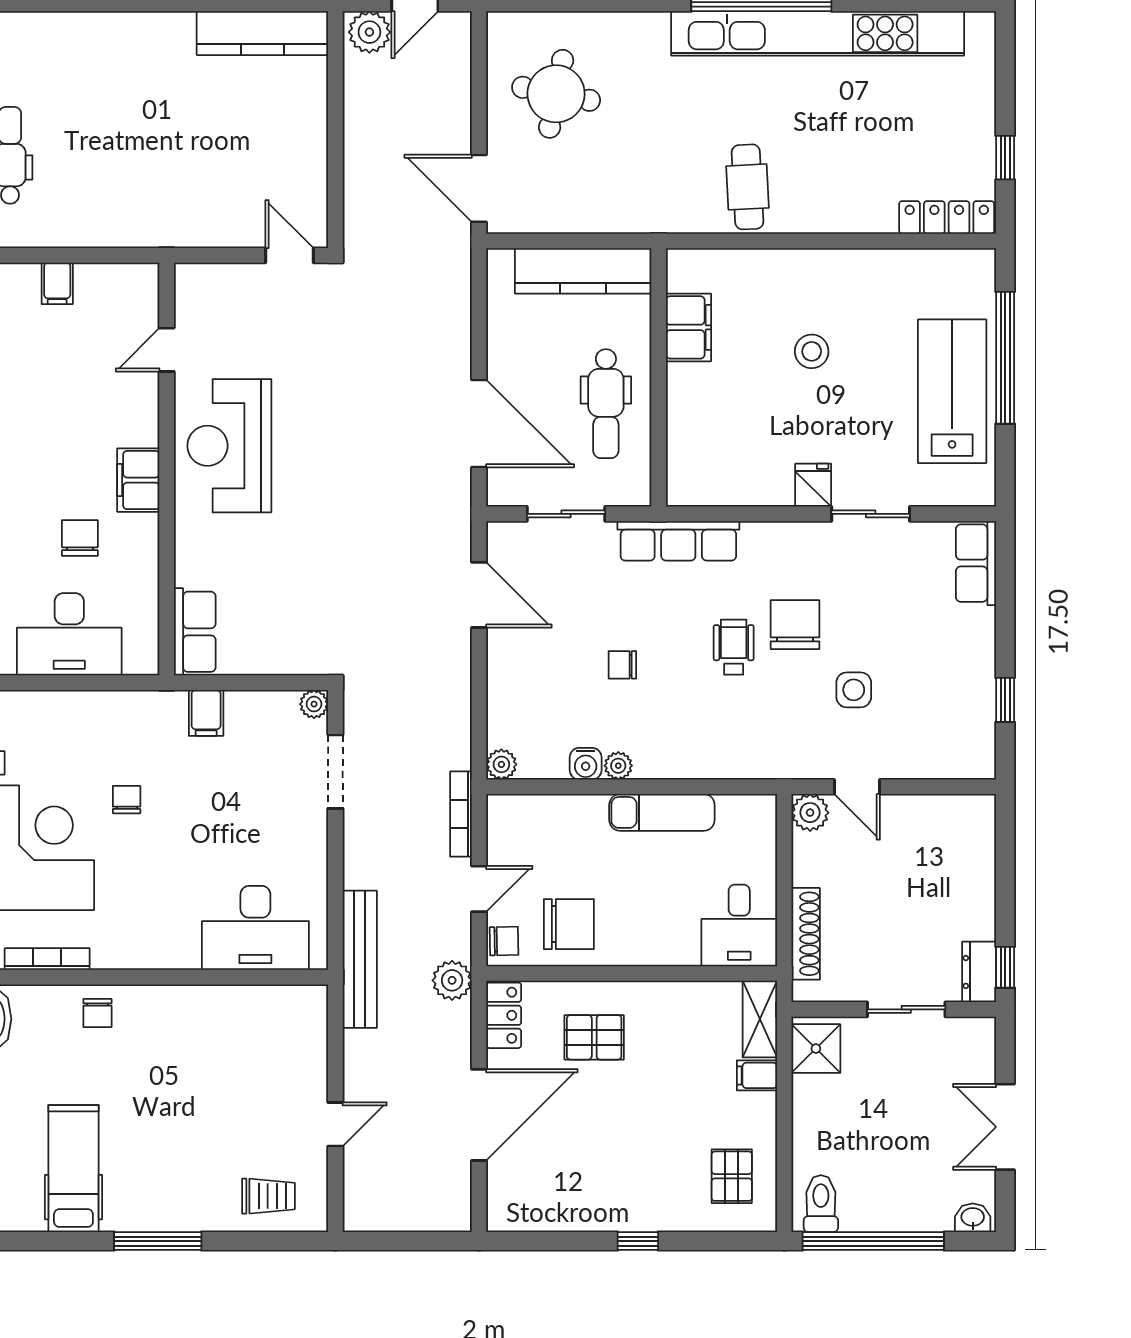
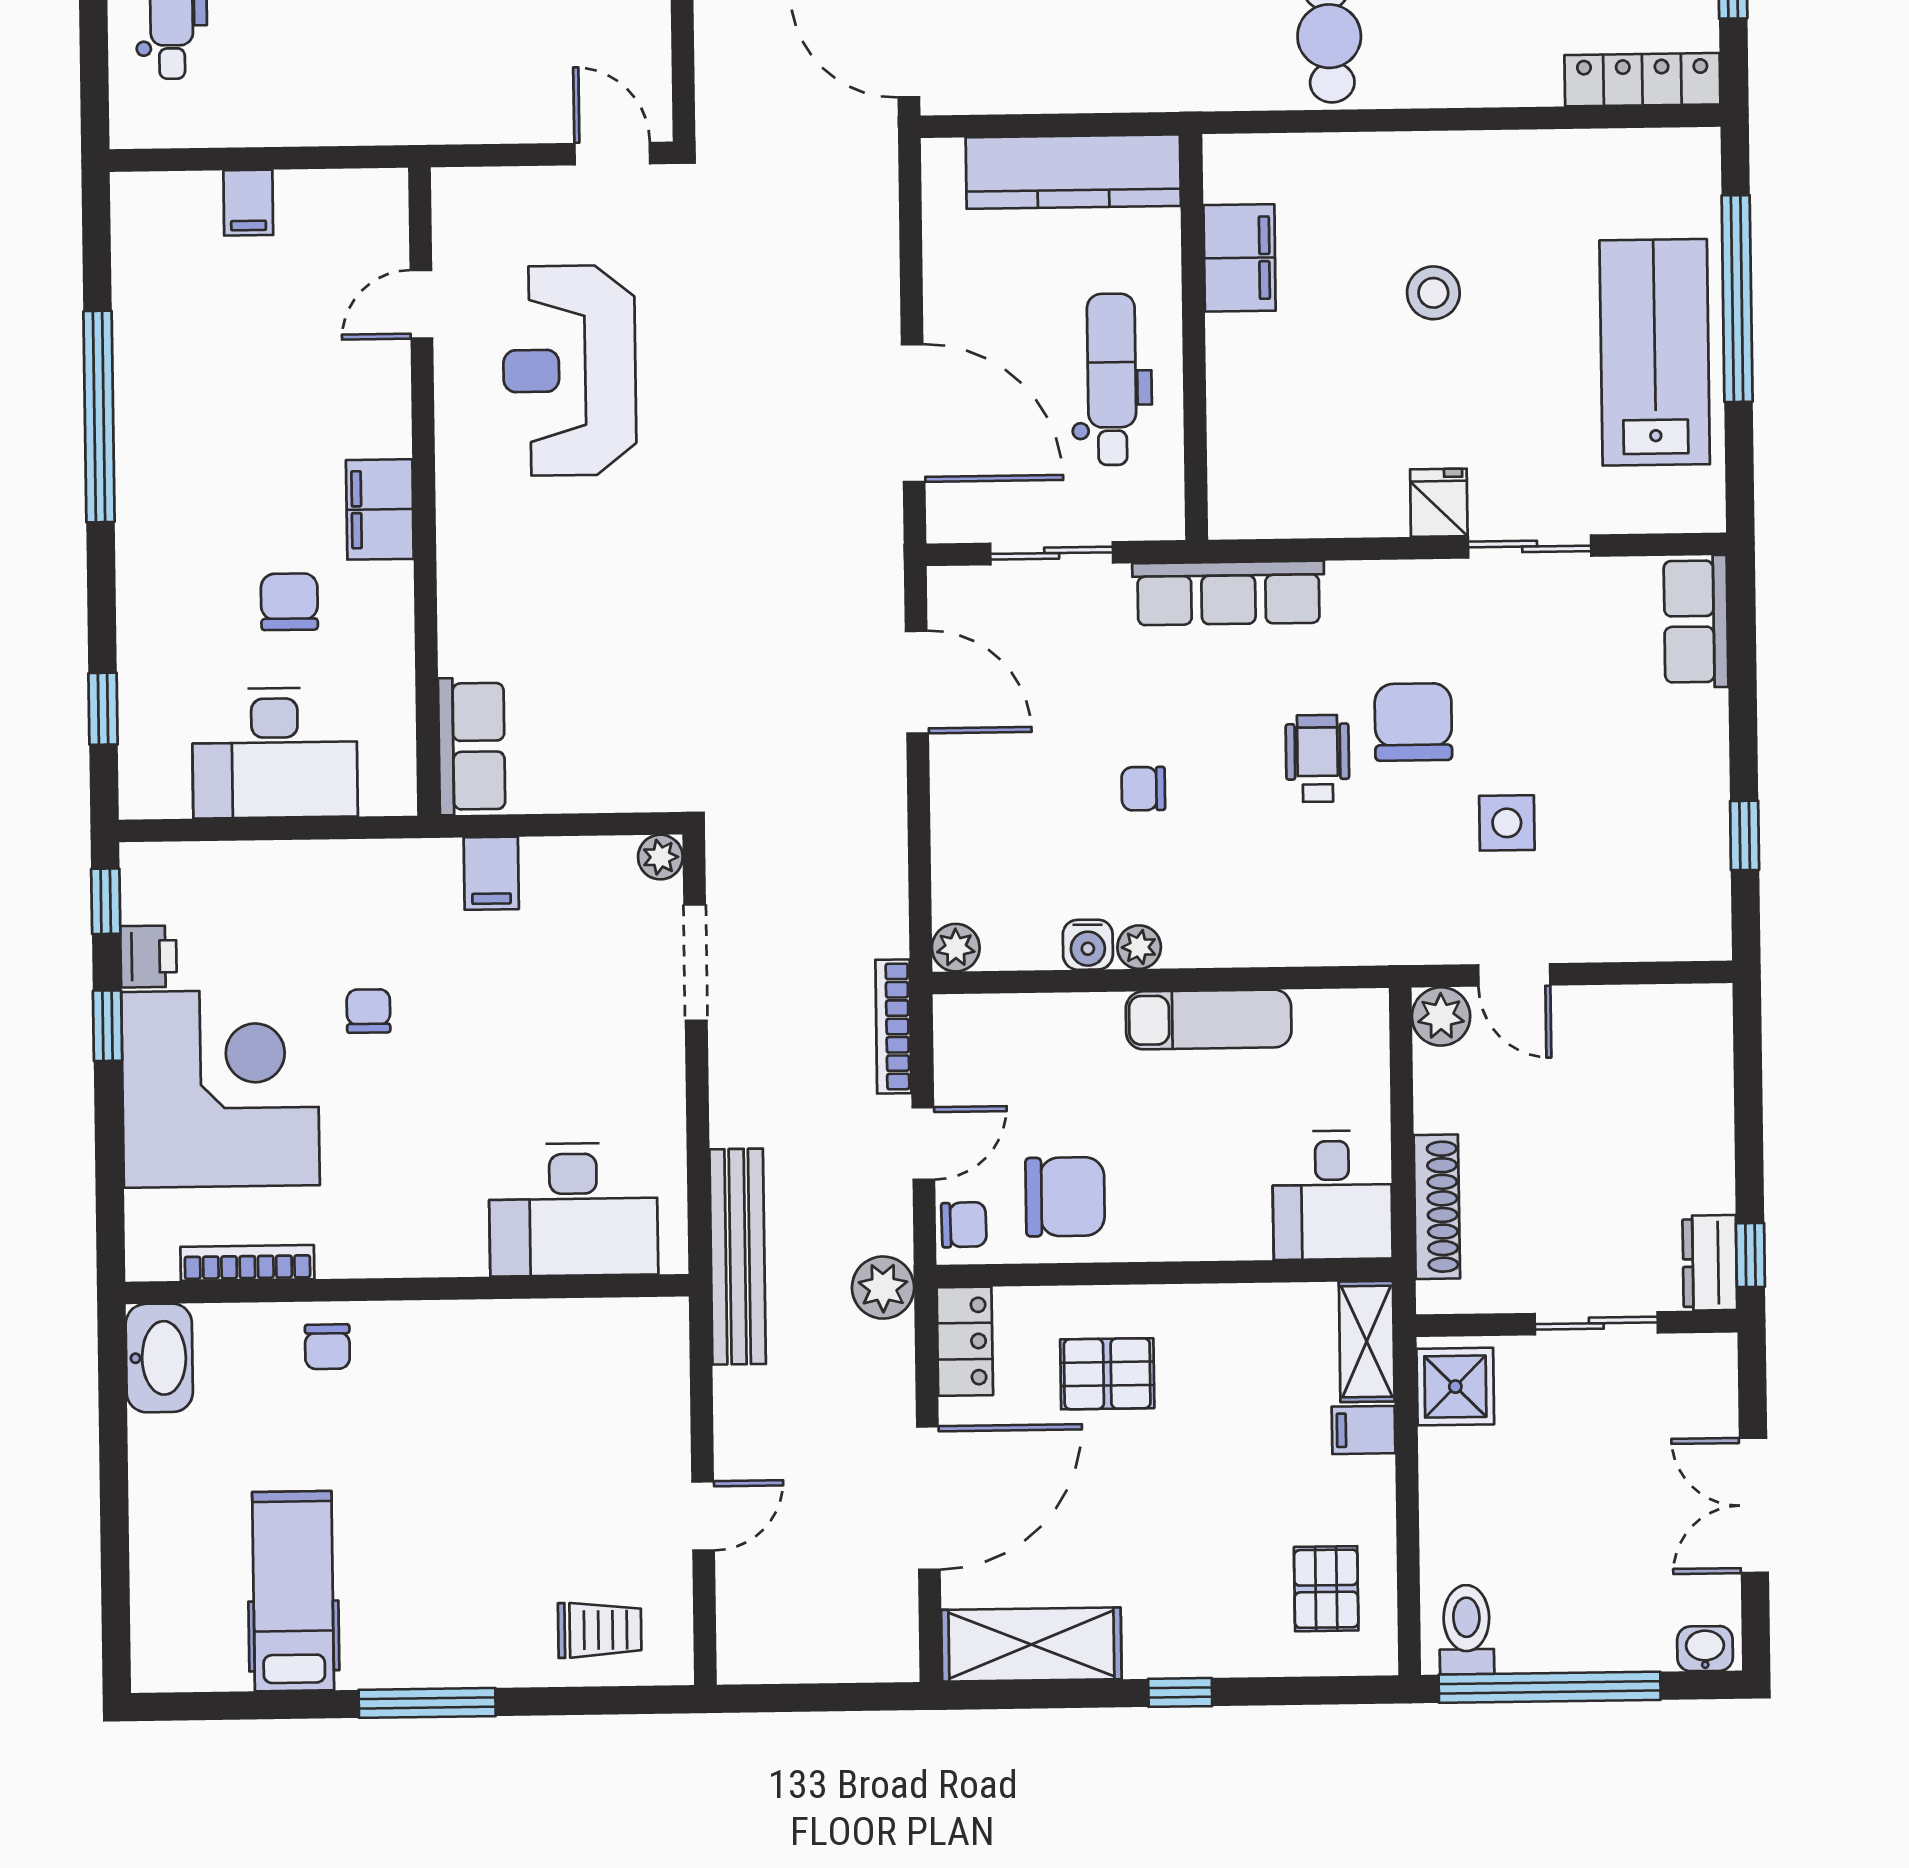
dental chair: (606, 404) -> (1112, 379), turned 180
reception desk: (229, 446) -> (569, 370), moved
shelving: (543, 1209) -> (1031, 1645), added

